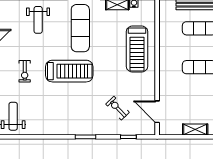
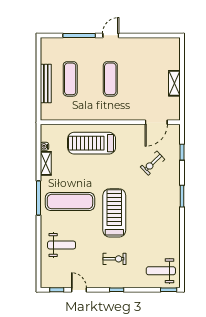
treadmill: (137, 49) -> (92, 143), turned 180

